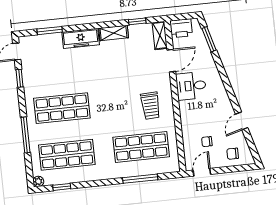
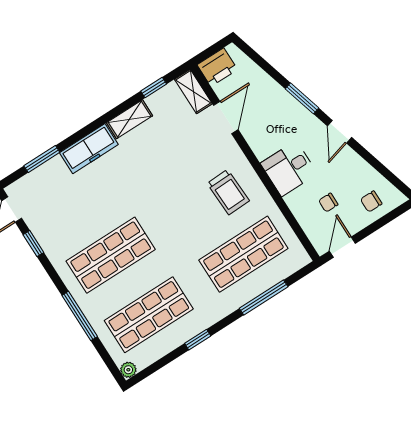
window: (209, 39) -> (302, 98), moved
desk: (191, 86) -> (289, 168), moved
door: (242, 121) -> (339, 132), moved
window: (62, 187) -> (198, 340), moved

